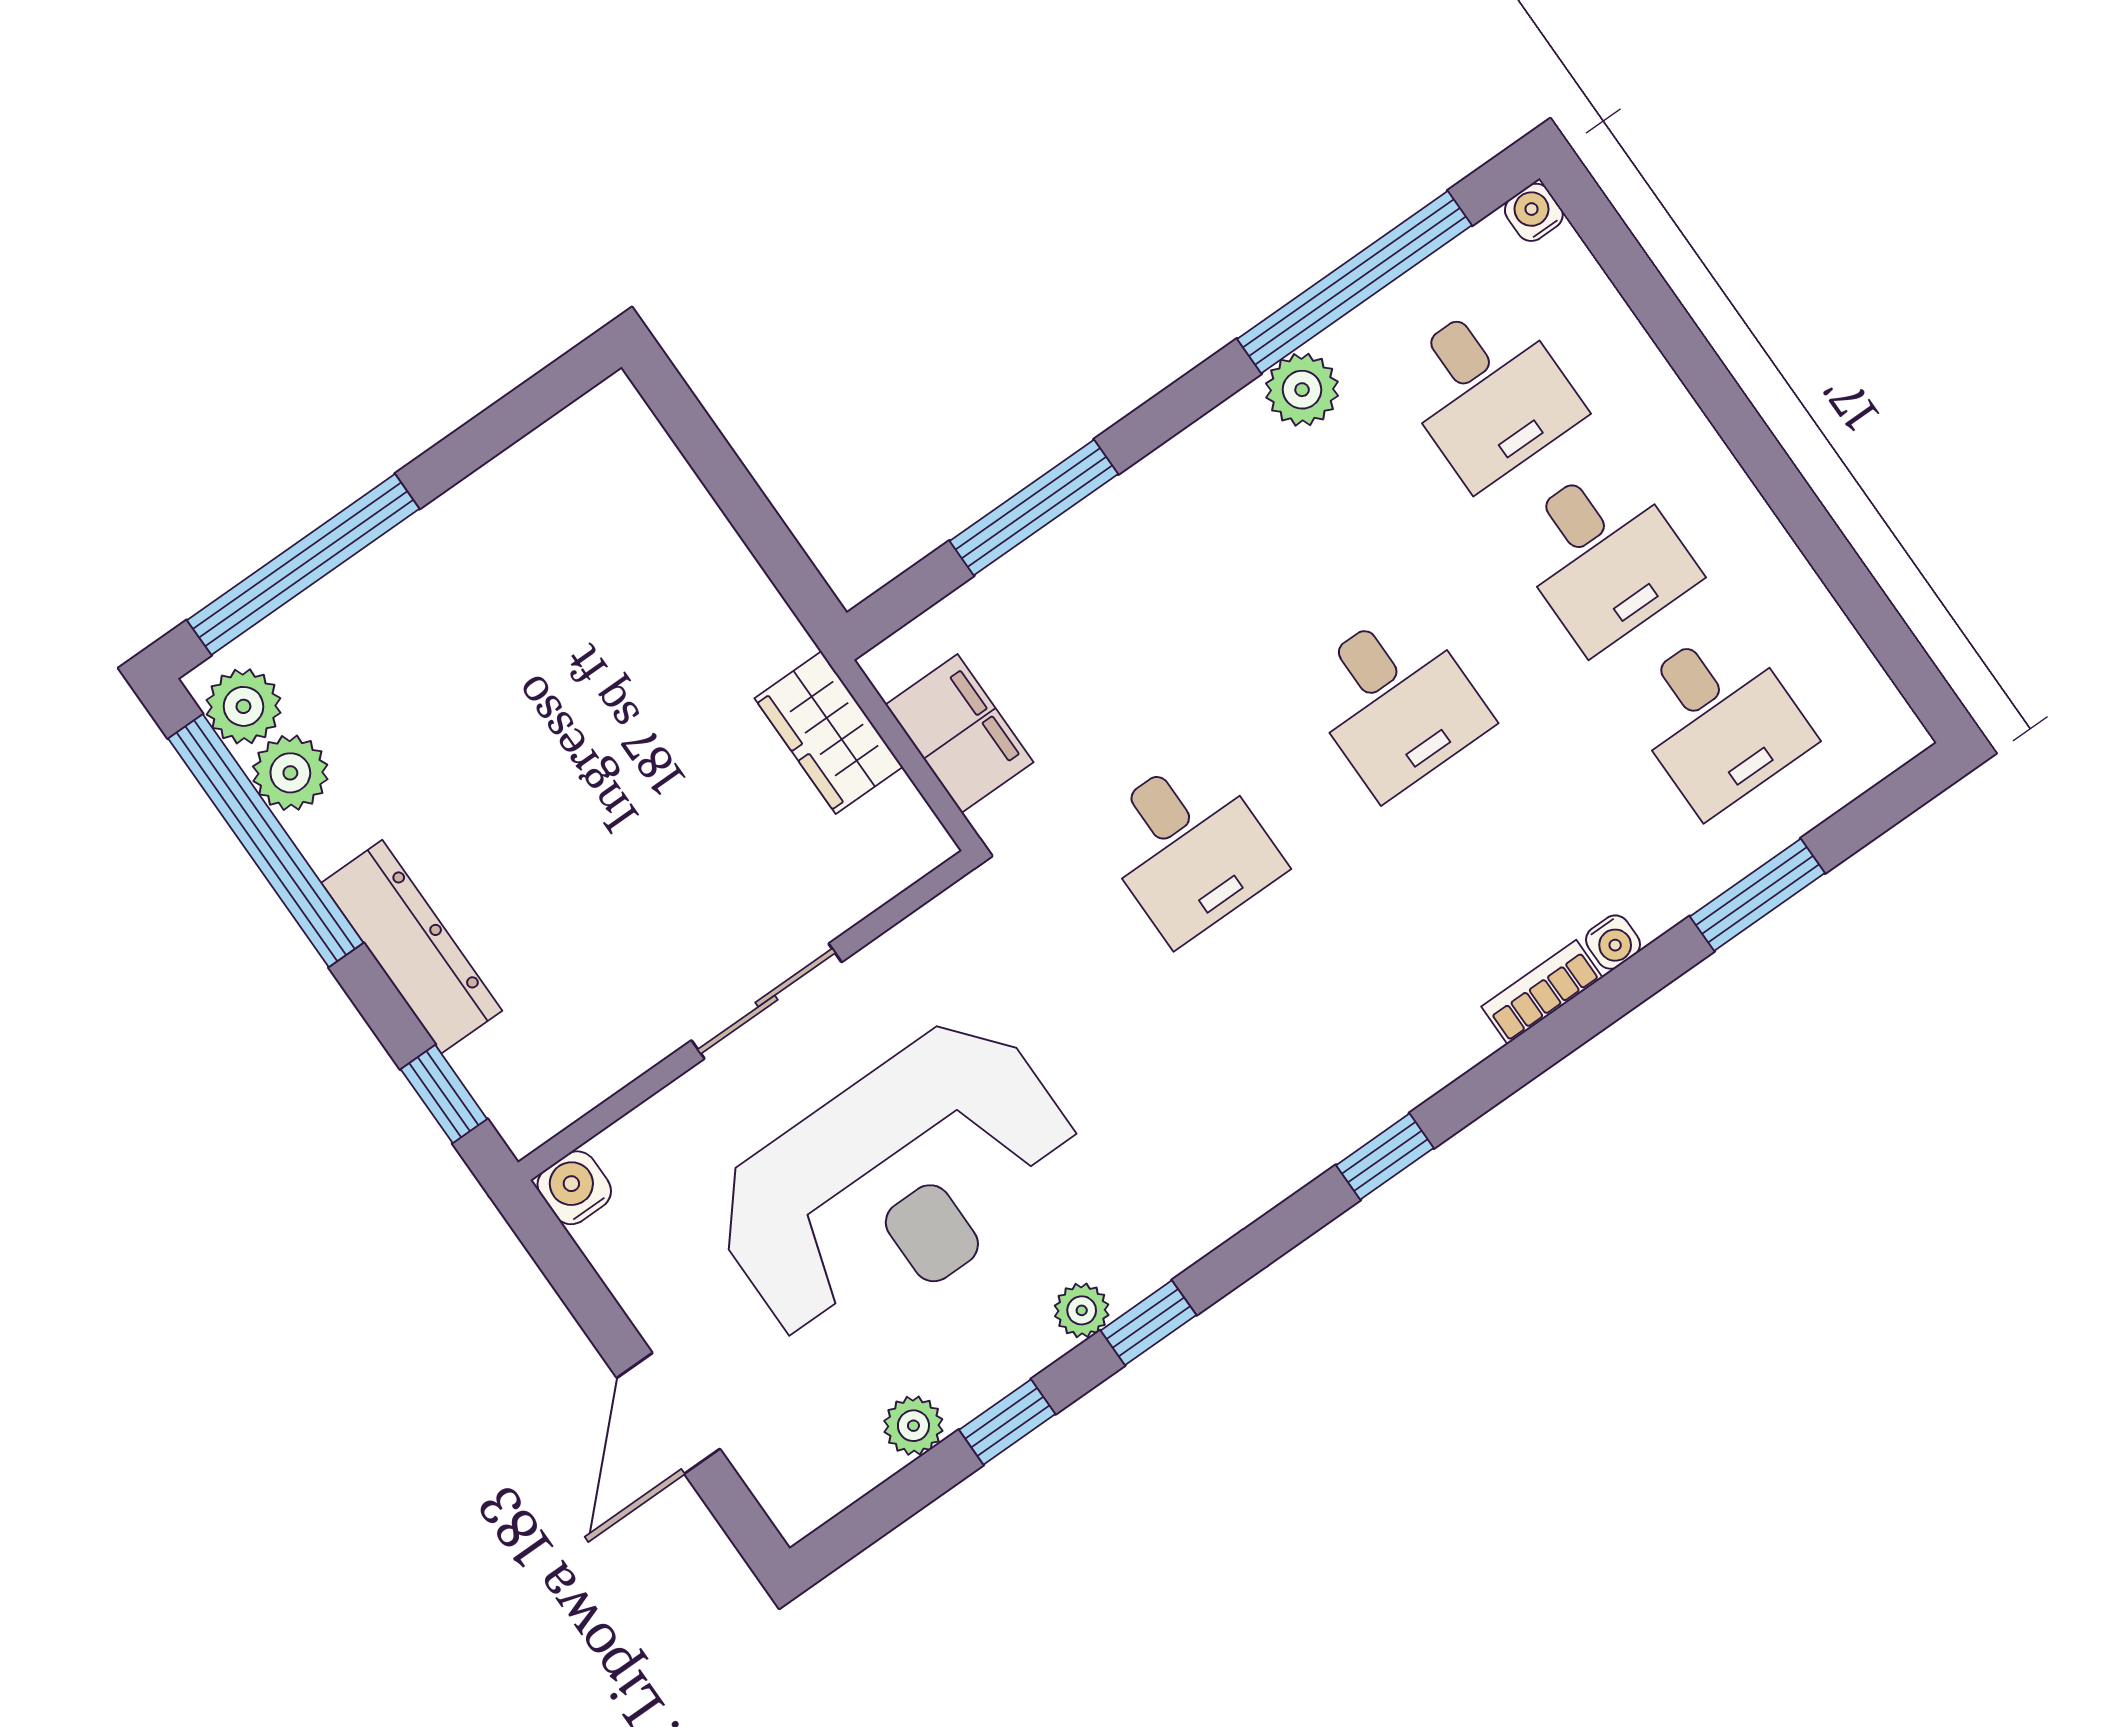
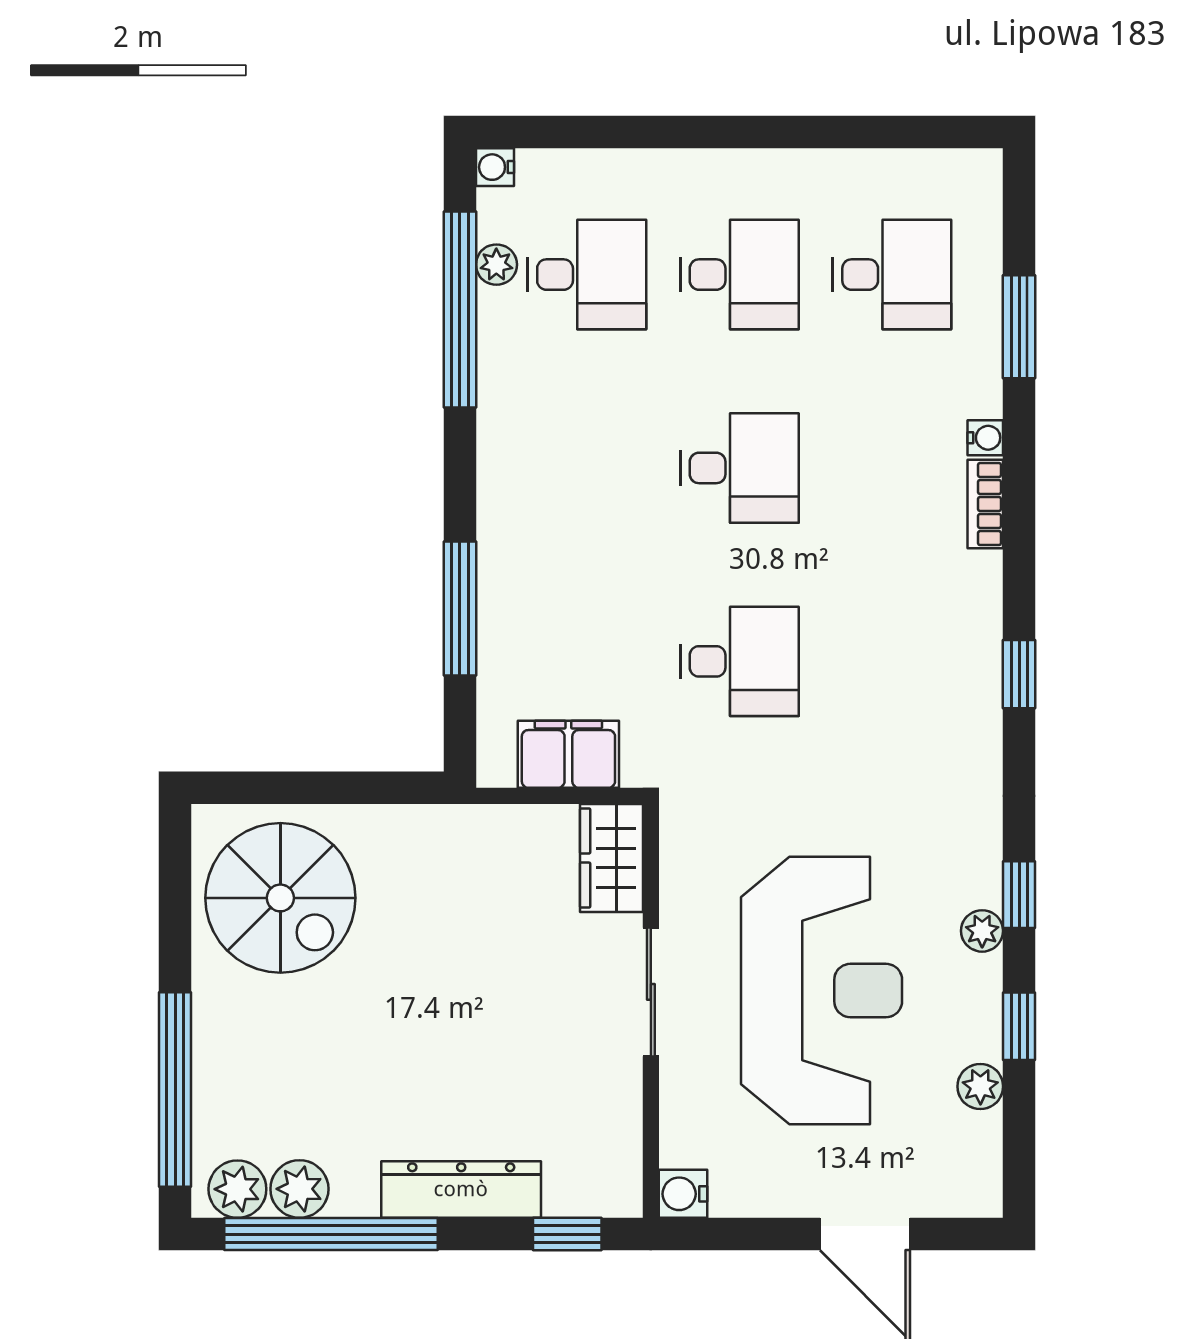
plant: (1302, 390) -> (496, 265), moved, width x0.73, depth x0.73
spiral stairs: (588, 533) -> (280, 898), added
wardrobe: (829, 733) -> (611, 858), moved, turned 90

